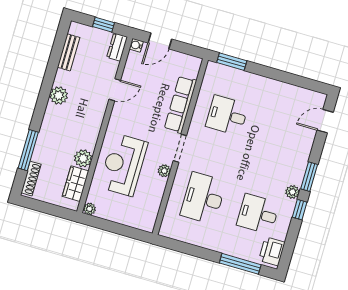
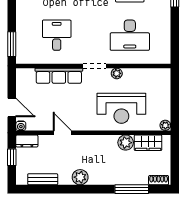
desk: (227, 115) -> (57, 35), turned 180
shoe rack: (31, 179) -> (159, 180), width x0.70

